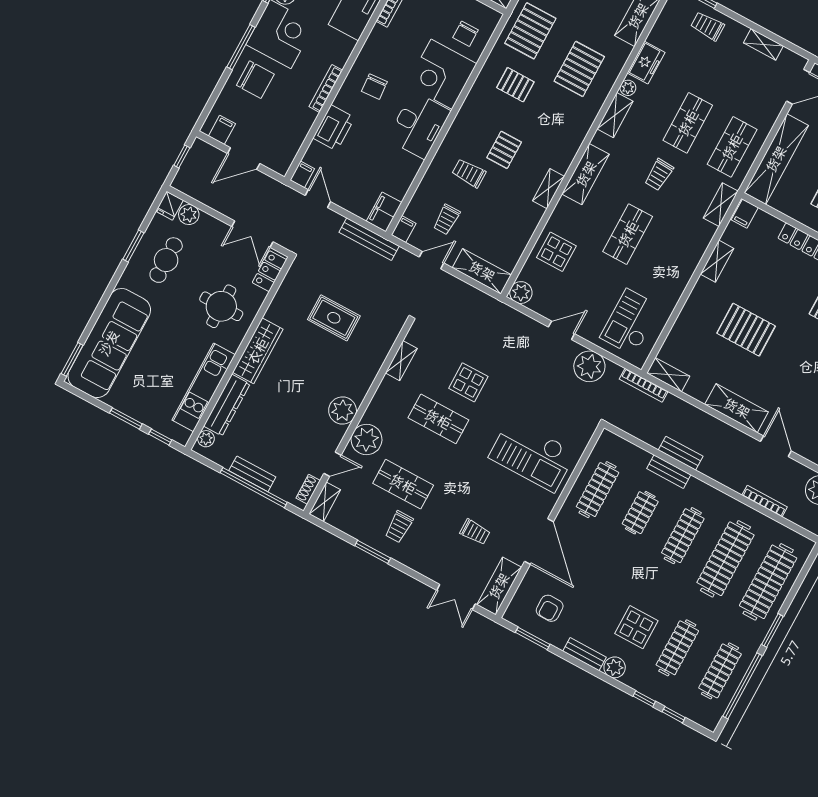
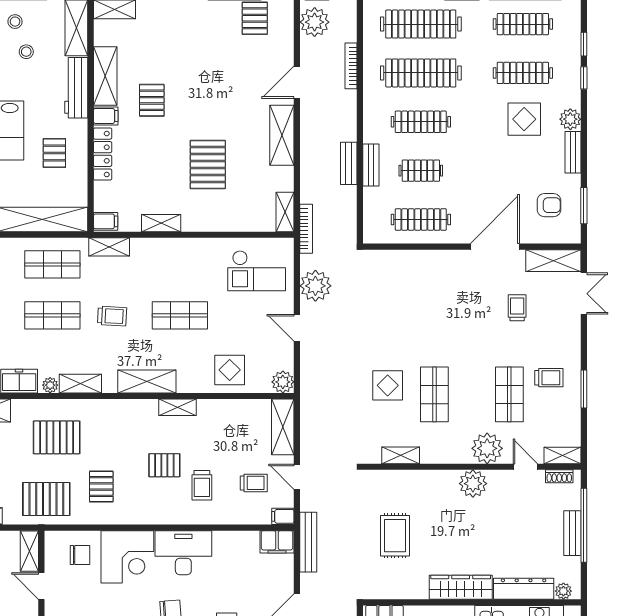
checkout: (532, 455) -> (421, 294), removed

